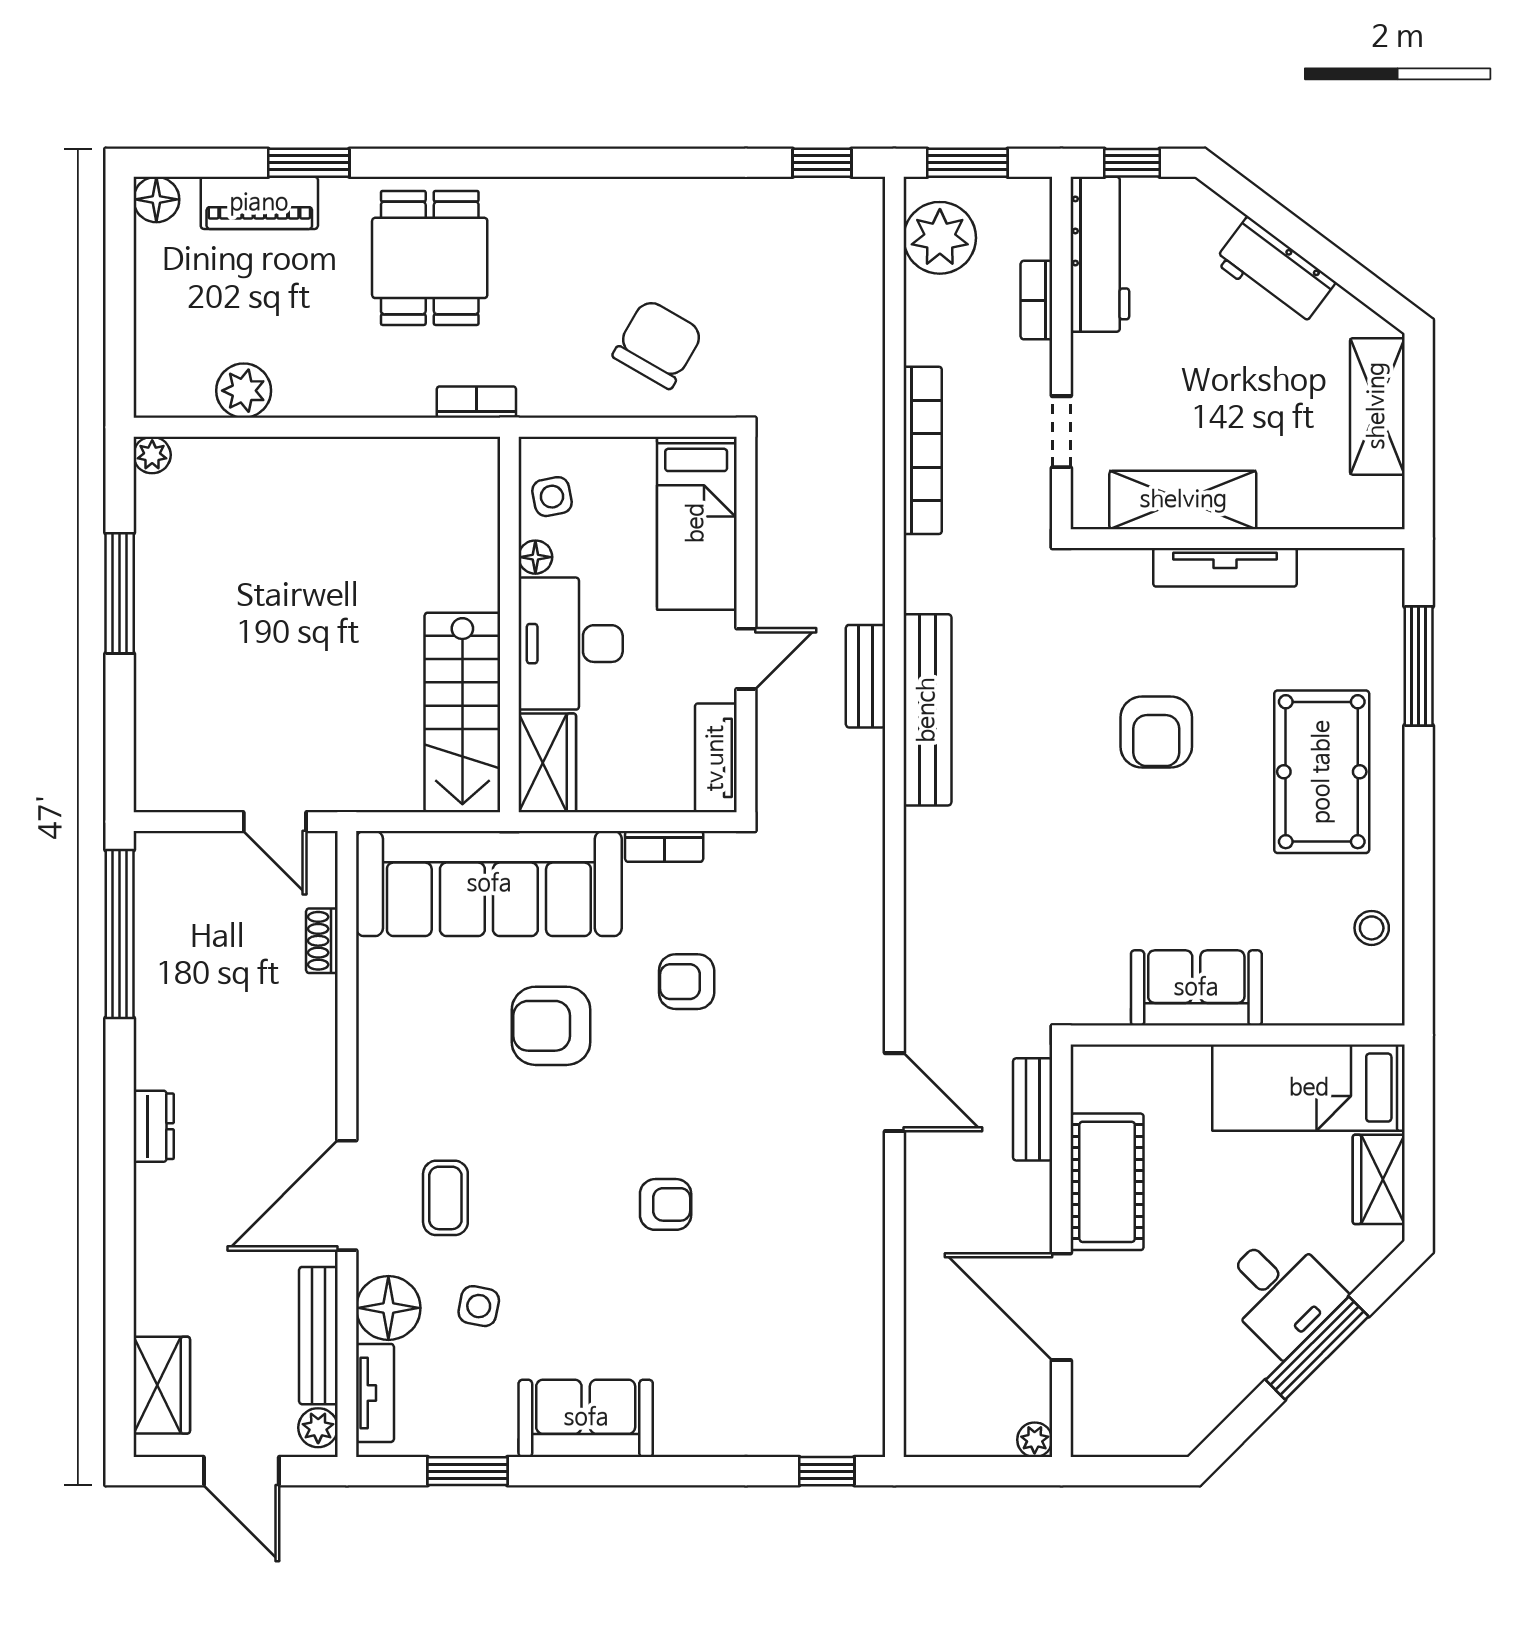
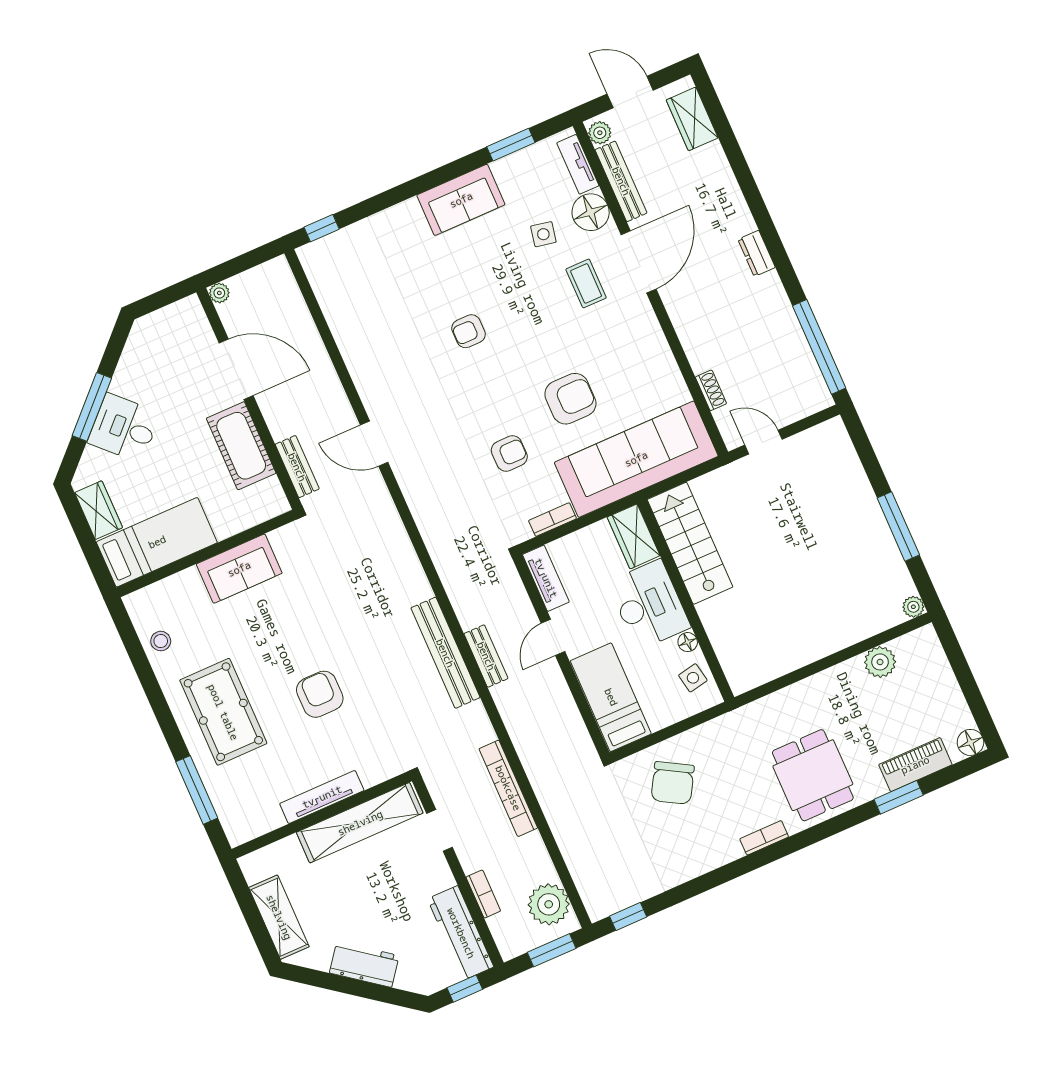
bookcase: (476, 402) -> (764, 838), moved, turned 180
shelving: (1183, 500) -> (360, 823), width x1.47

